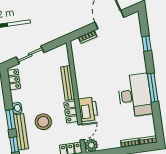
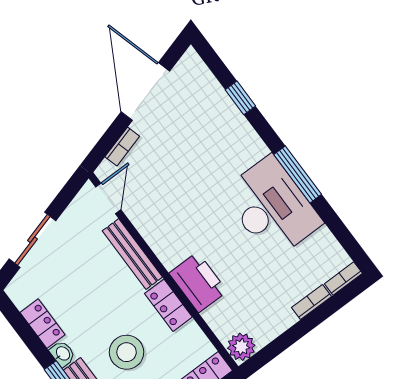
locker: (14, 79) -> (43, 324), moved
door: (81, 132) -> (108, 198), moved

